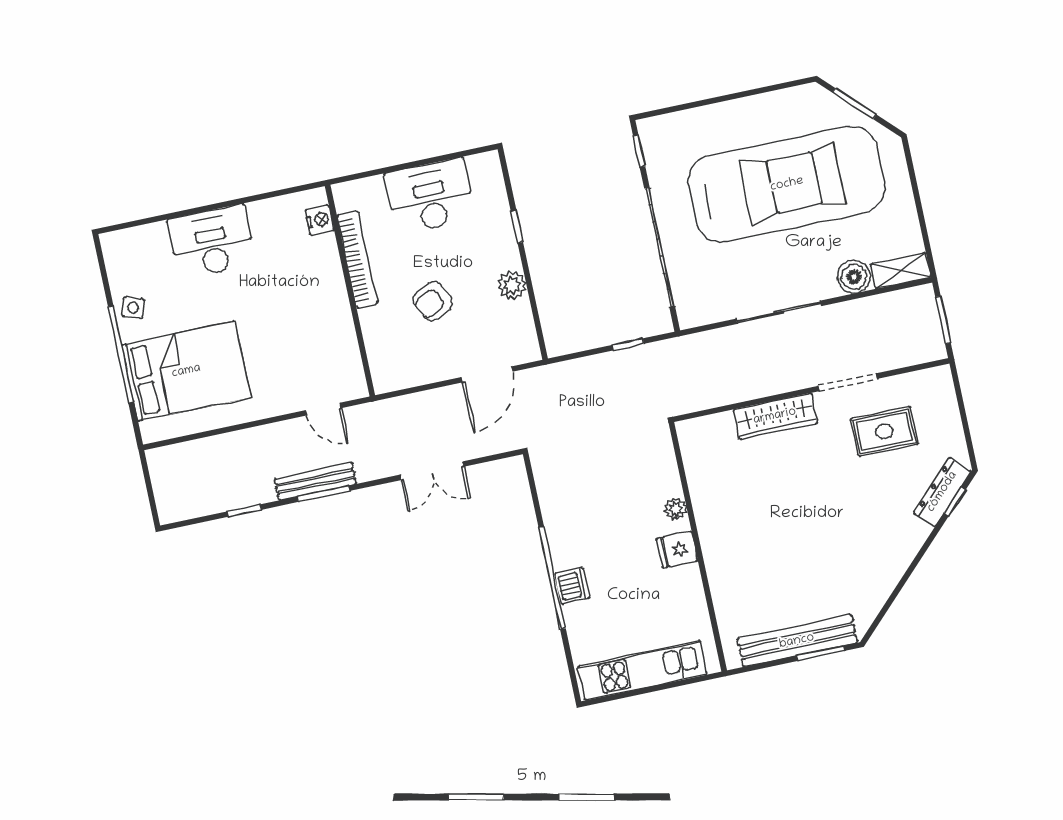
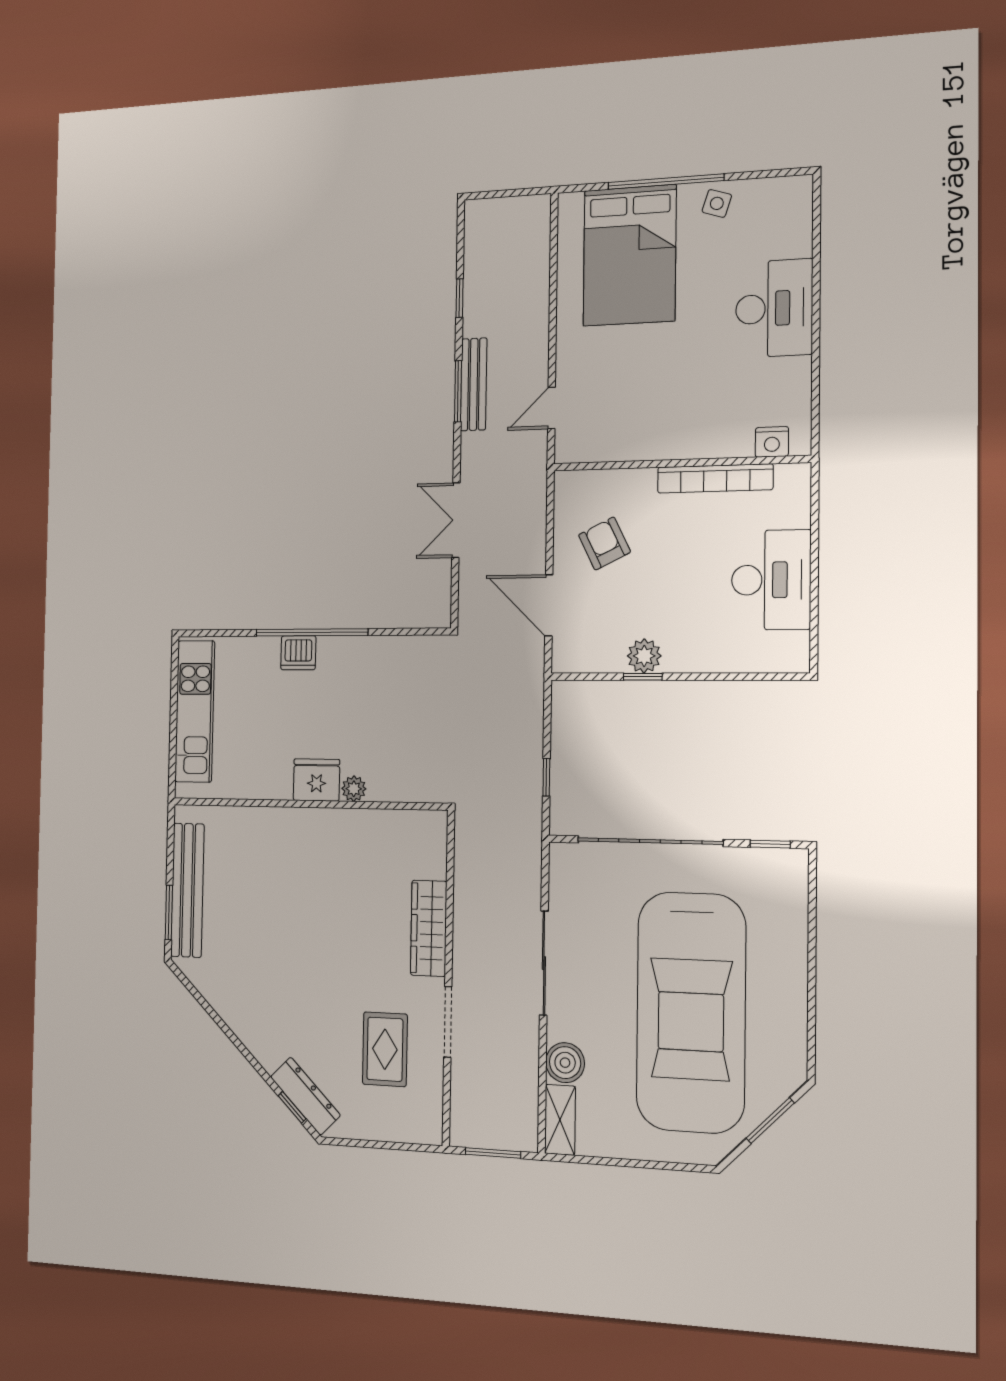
window: (517, 227) -> (643, 677), moved
armchair: (433, 301) -> (604, 543), moved
fridge: (677, 550) -> (317, 780), width x1.38

